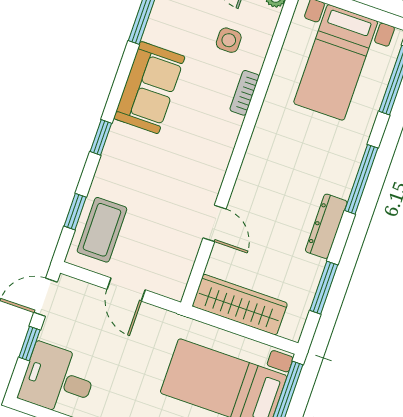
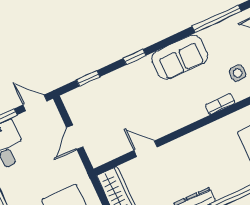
door: (215, 223) -> (146, 149), swing flipped
coffee table: (102, 230) -> (92, 99), removed

